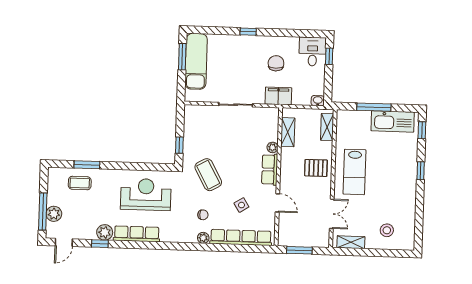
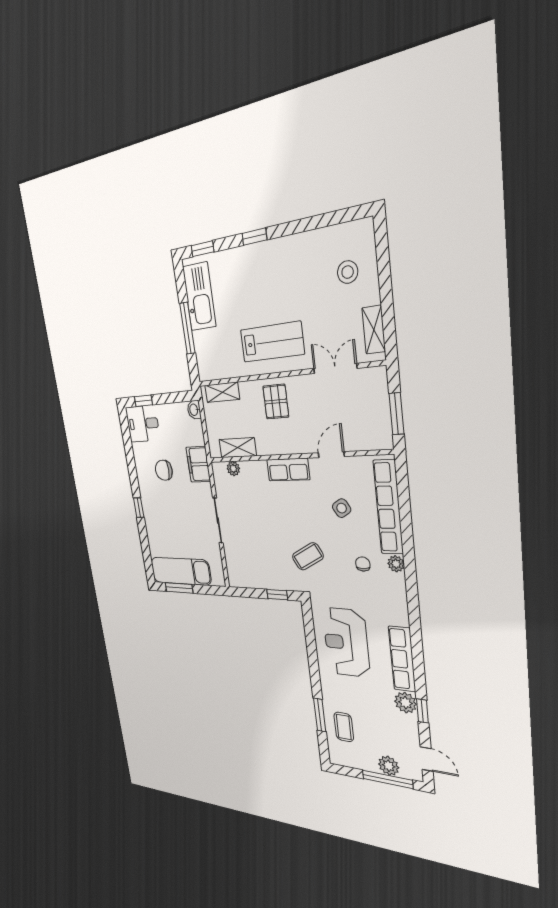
plant: (273, 147) -> (233, 469), moved
coffee table: (208, 175) -> (308, 556), width x0.73, depth x0.77

